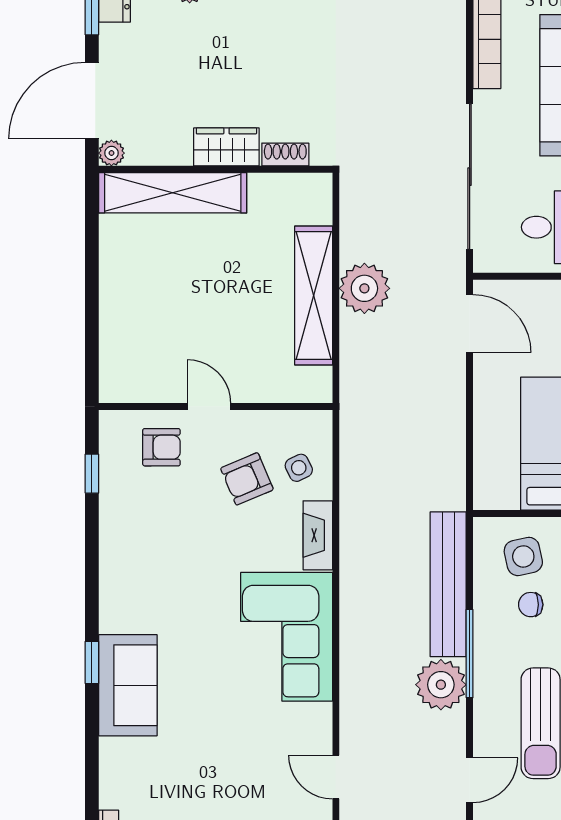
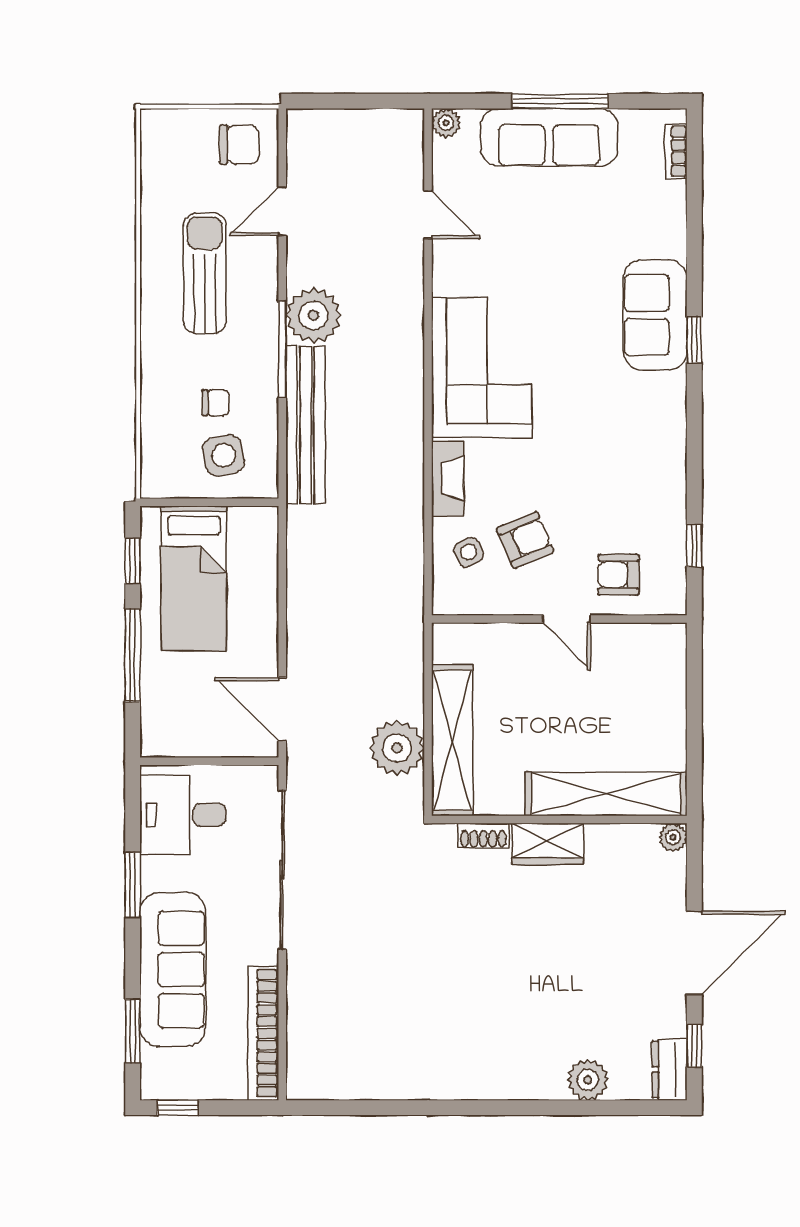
wardrobe: (226, 147) -> (547, 844), moved
plant: (111, 153) -> (673, 837), moved
shoe rack: (285, 155) -> (483, 836), moved
wall: (216, 169) -> (559, 820), moved
shelving: (173, 193) -> (606, 794), moved

